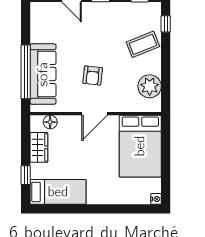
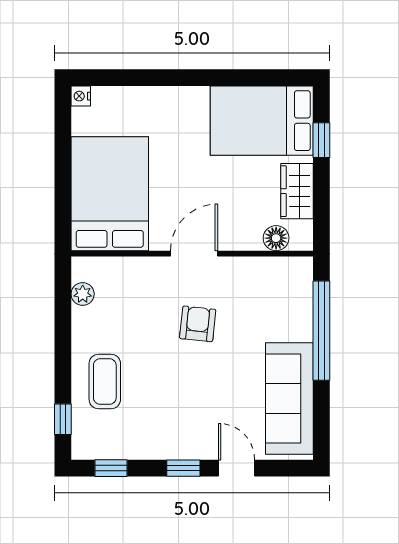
coffee table: (143, 44) -> (105, 381), turned -68
sofa: (43, 74) -> (289, 398), moved
plant: (150, 86) -> (83, 294), width x0.53, depth x0.53
bed: (58, 192) -> (262, 121), width x1.50

